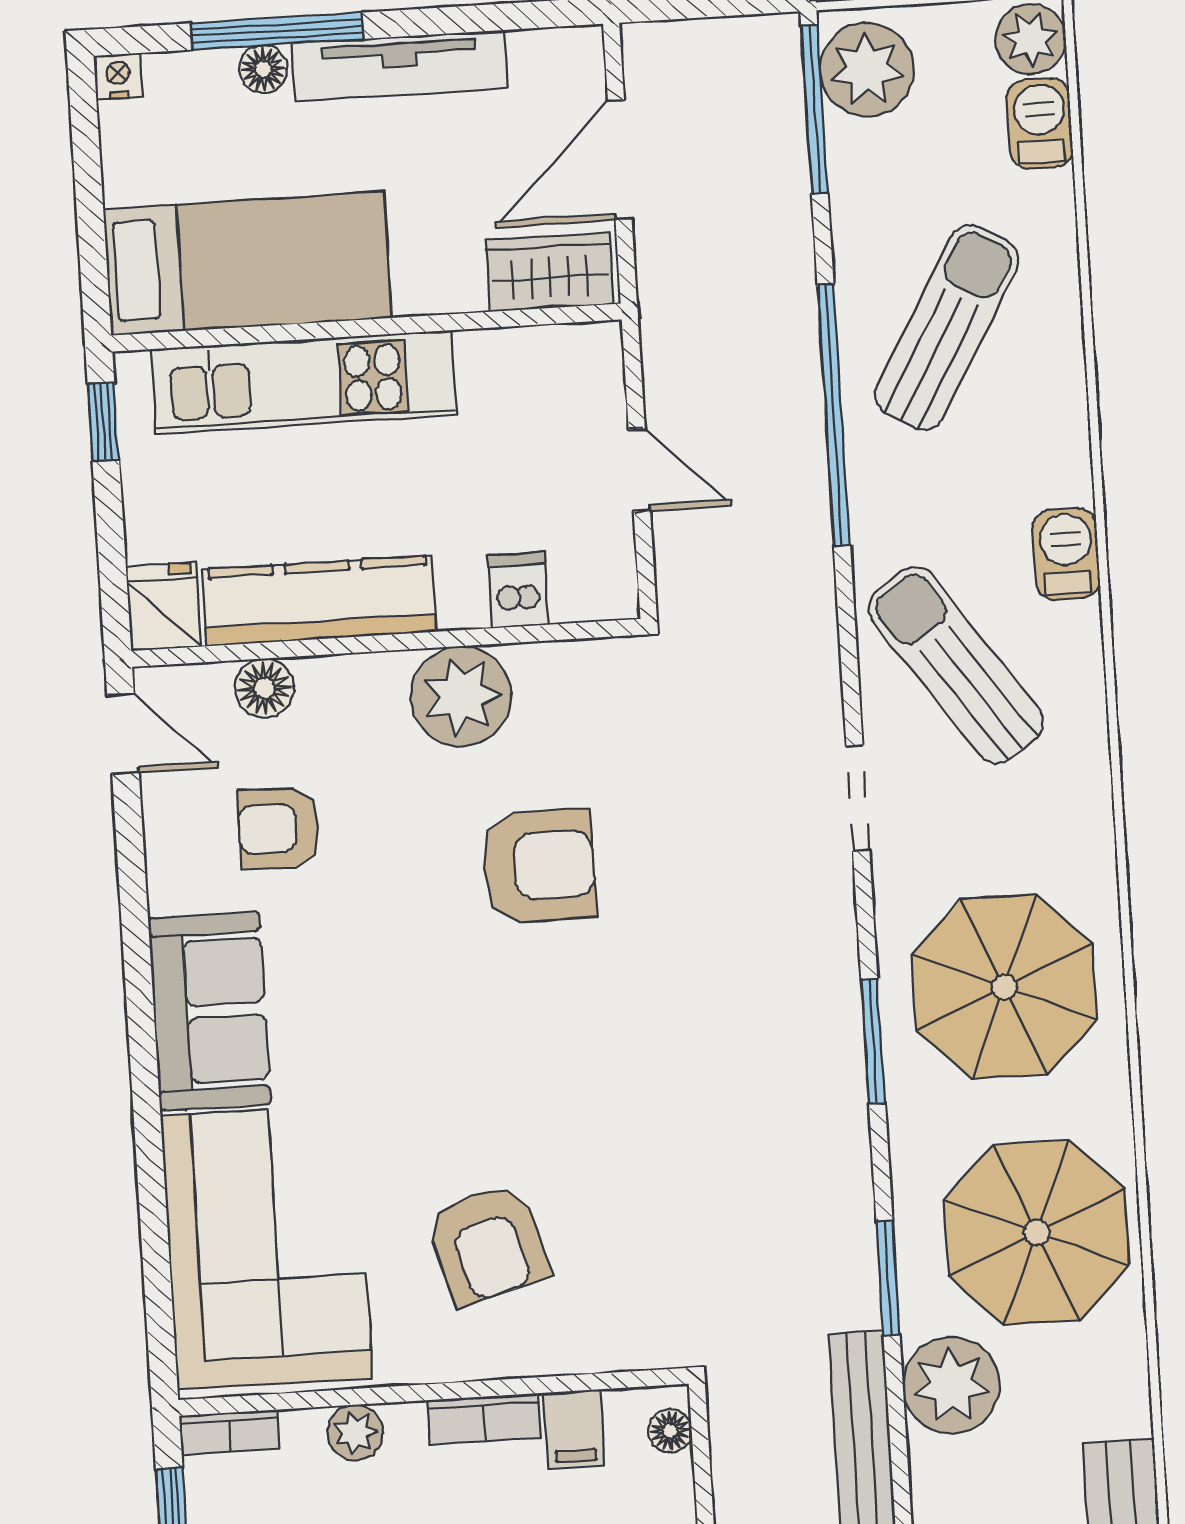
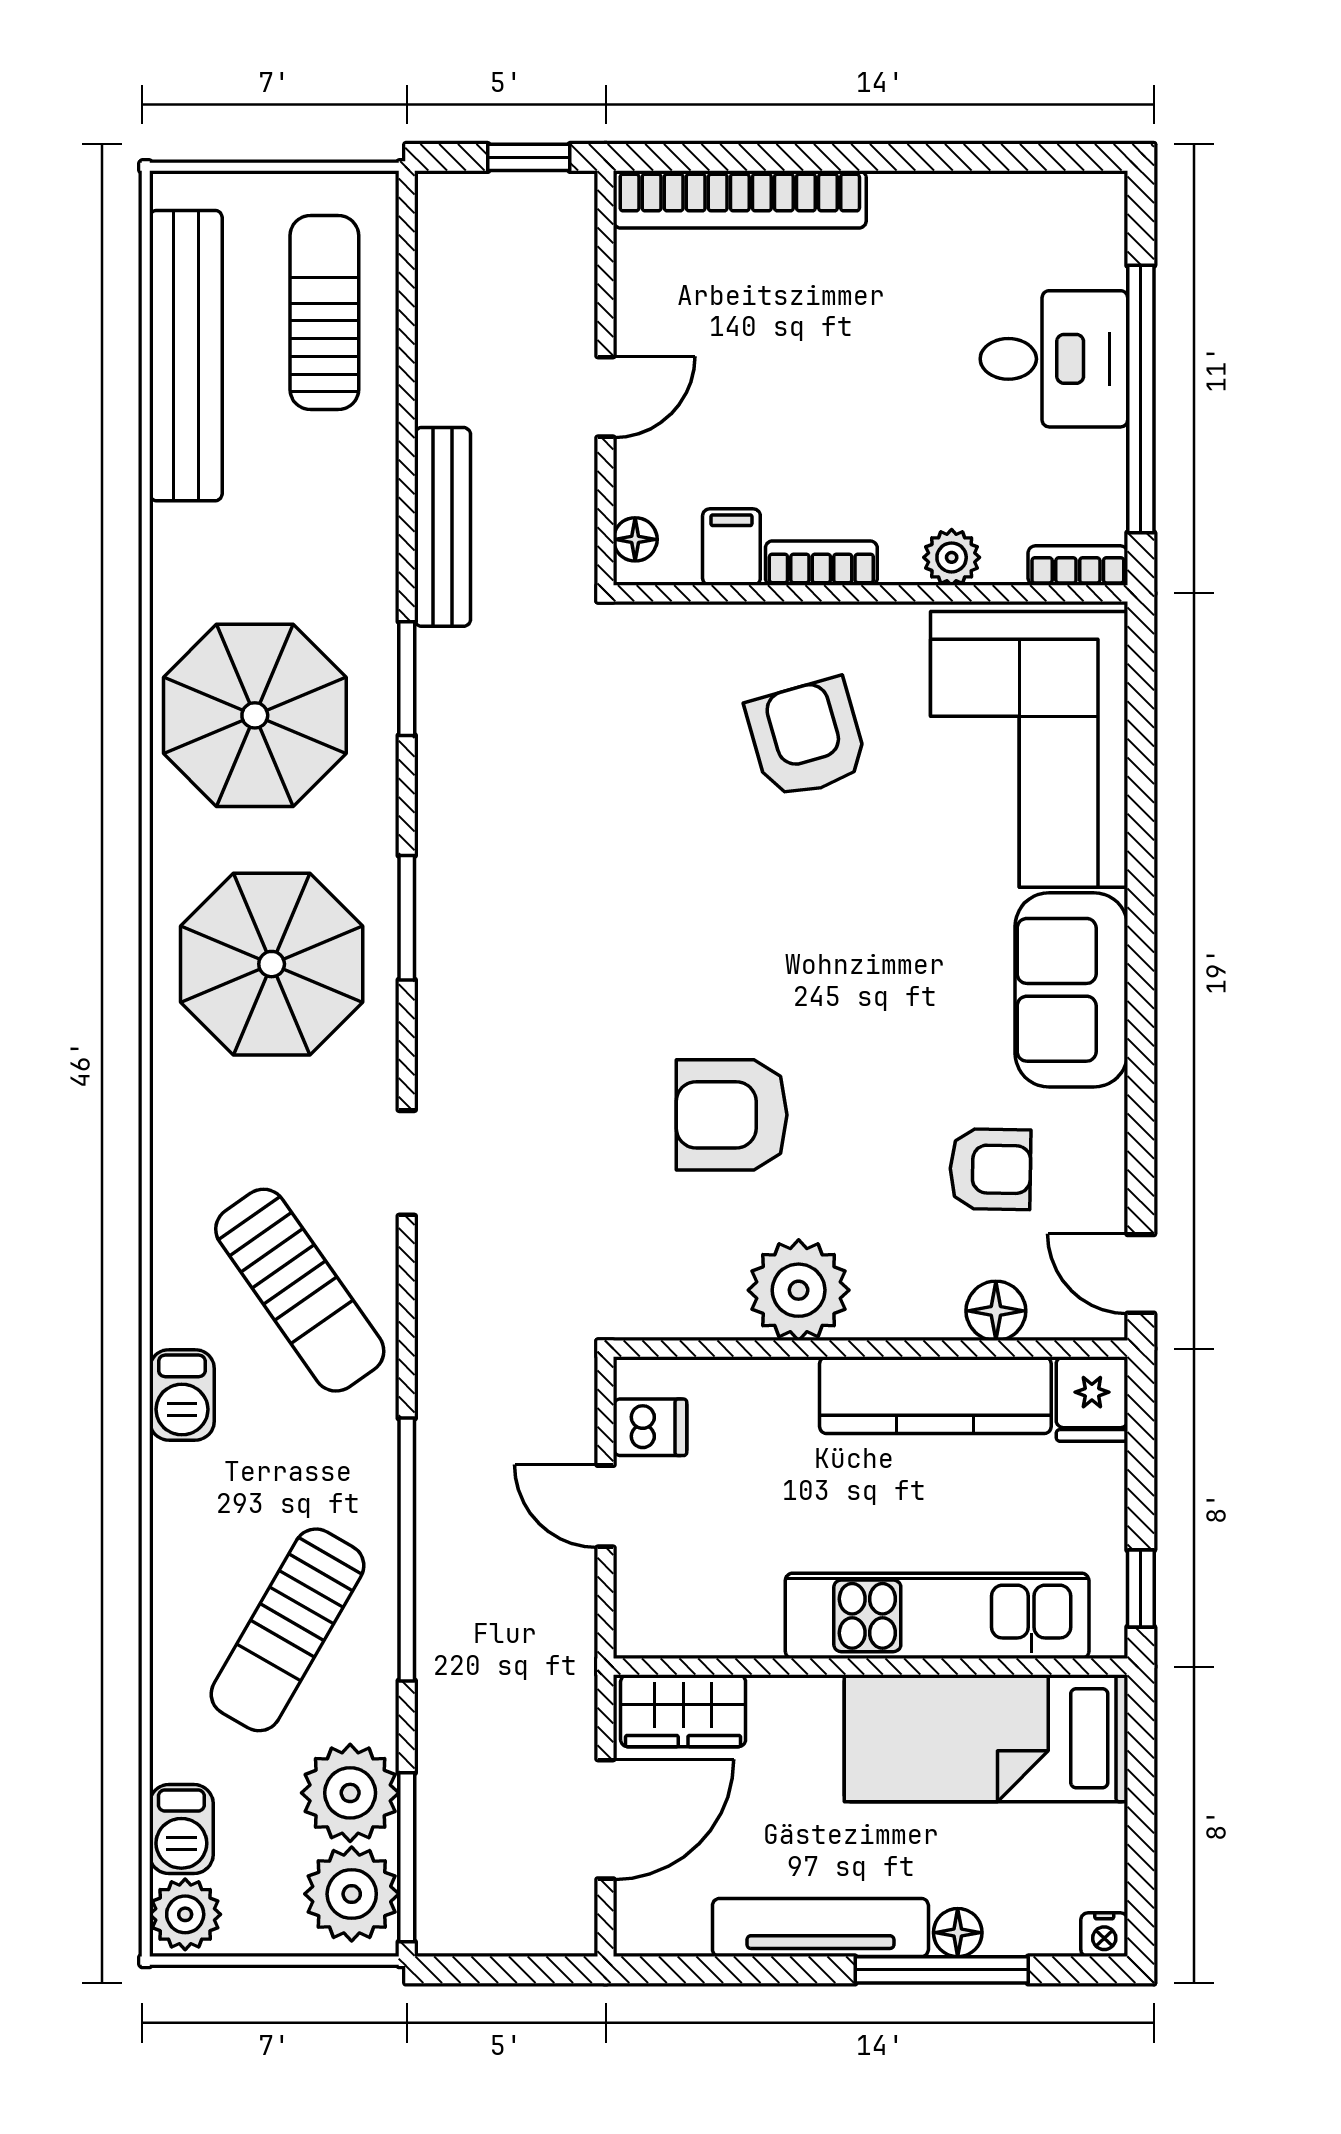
dishwasher: (518, 590) -> (650, 1427), moved, turned -90
plant: (951, 1385) -> (350, 1793), moved

